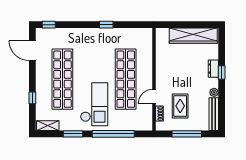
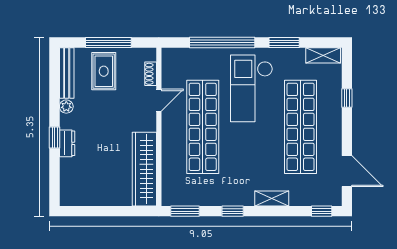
window: (137, 25) -> (185, 211), added
shelving: (81, 33) -> (272, 199), added
wardrobe: (193, 36) -> (144, 169), moved, turned -90
rug: (180, 106) -> (104, 71), moved

